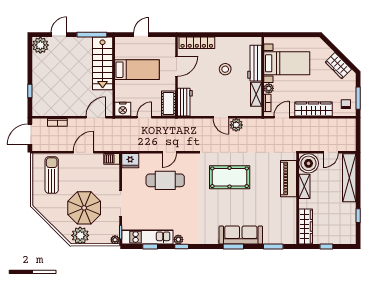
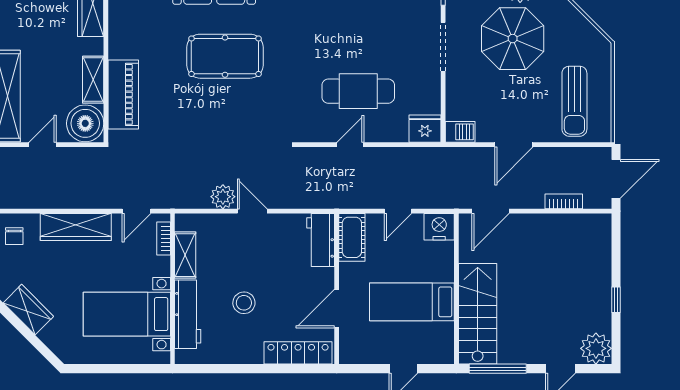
plant: (269, 88) -> (161, 266), removed
window: (30, 91) -> (616, 300), moved
pool table: (230, 177) -> (225, 56), moved

